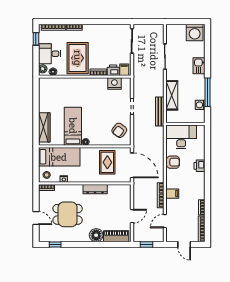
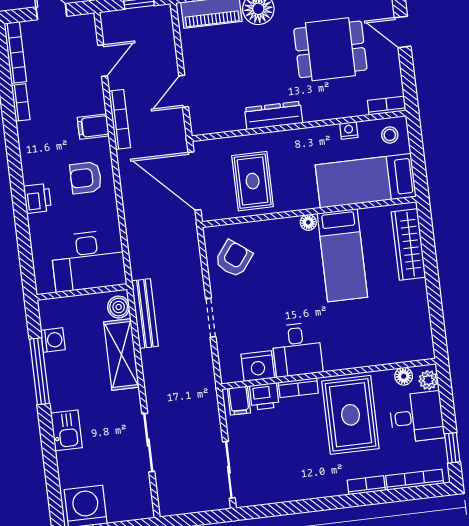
desk: (97, 88) -> (297, 350), added
boiler: (171, 116) -> (119, 307), added
armchair: (173, 162) -> (86, 178), moved
door: (132, 216) -> (184, 91), moved

